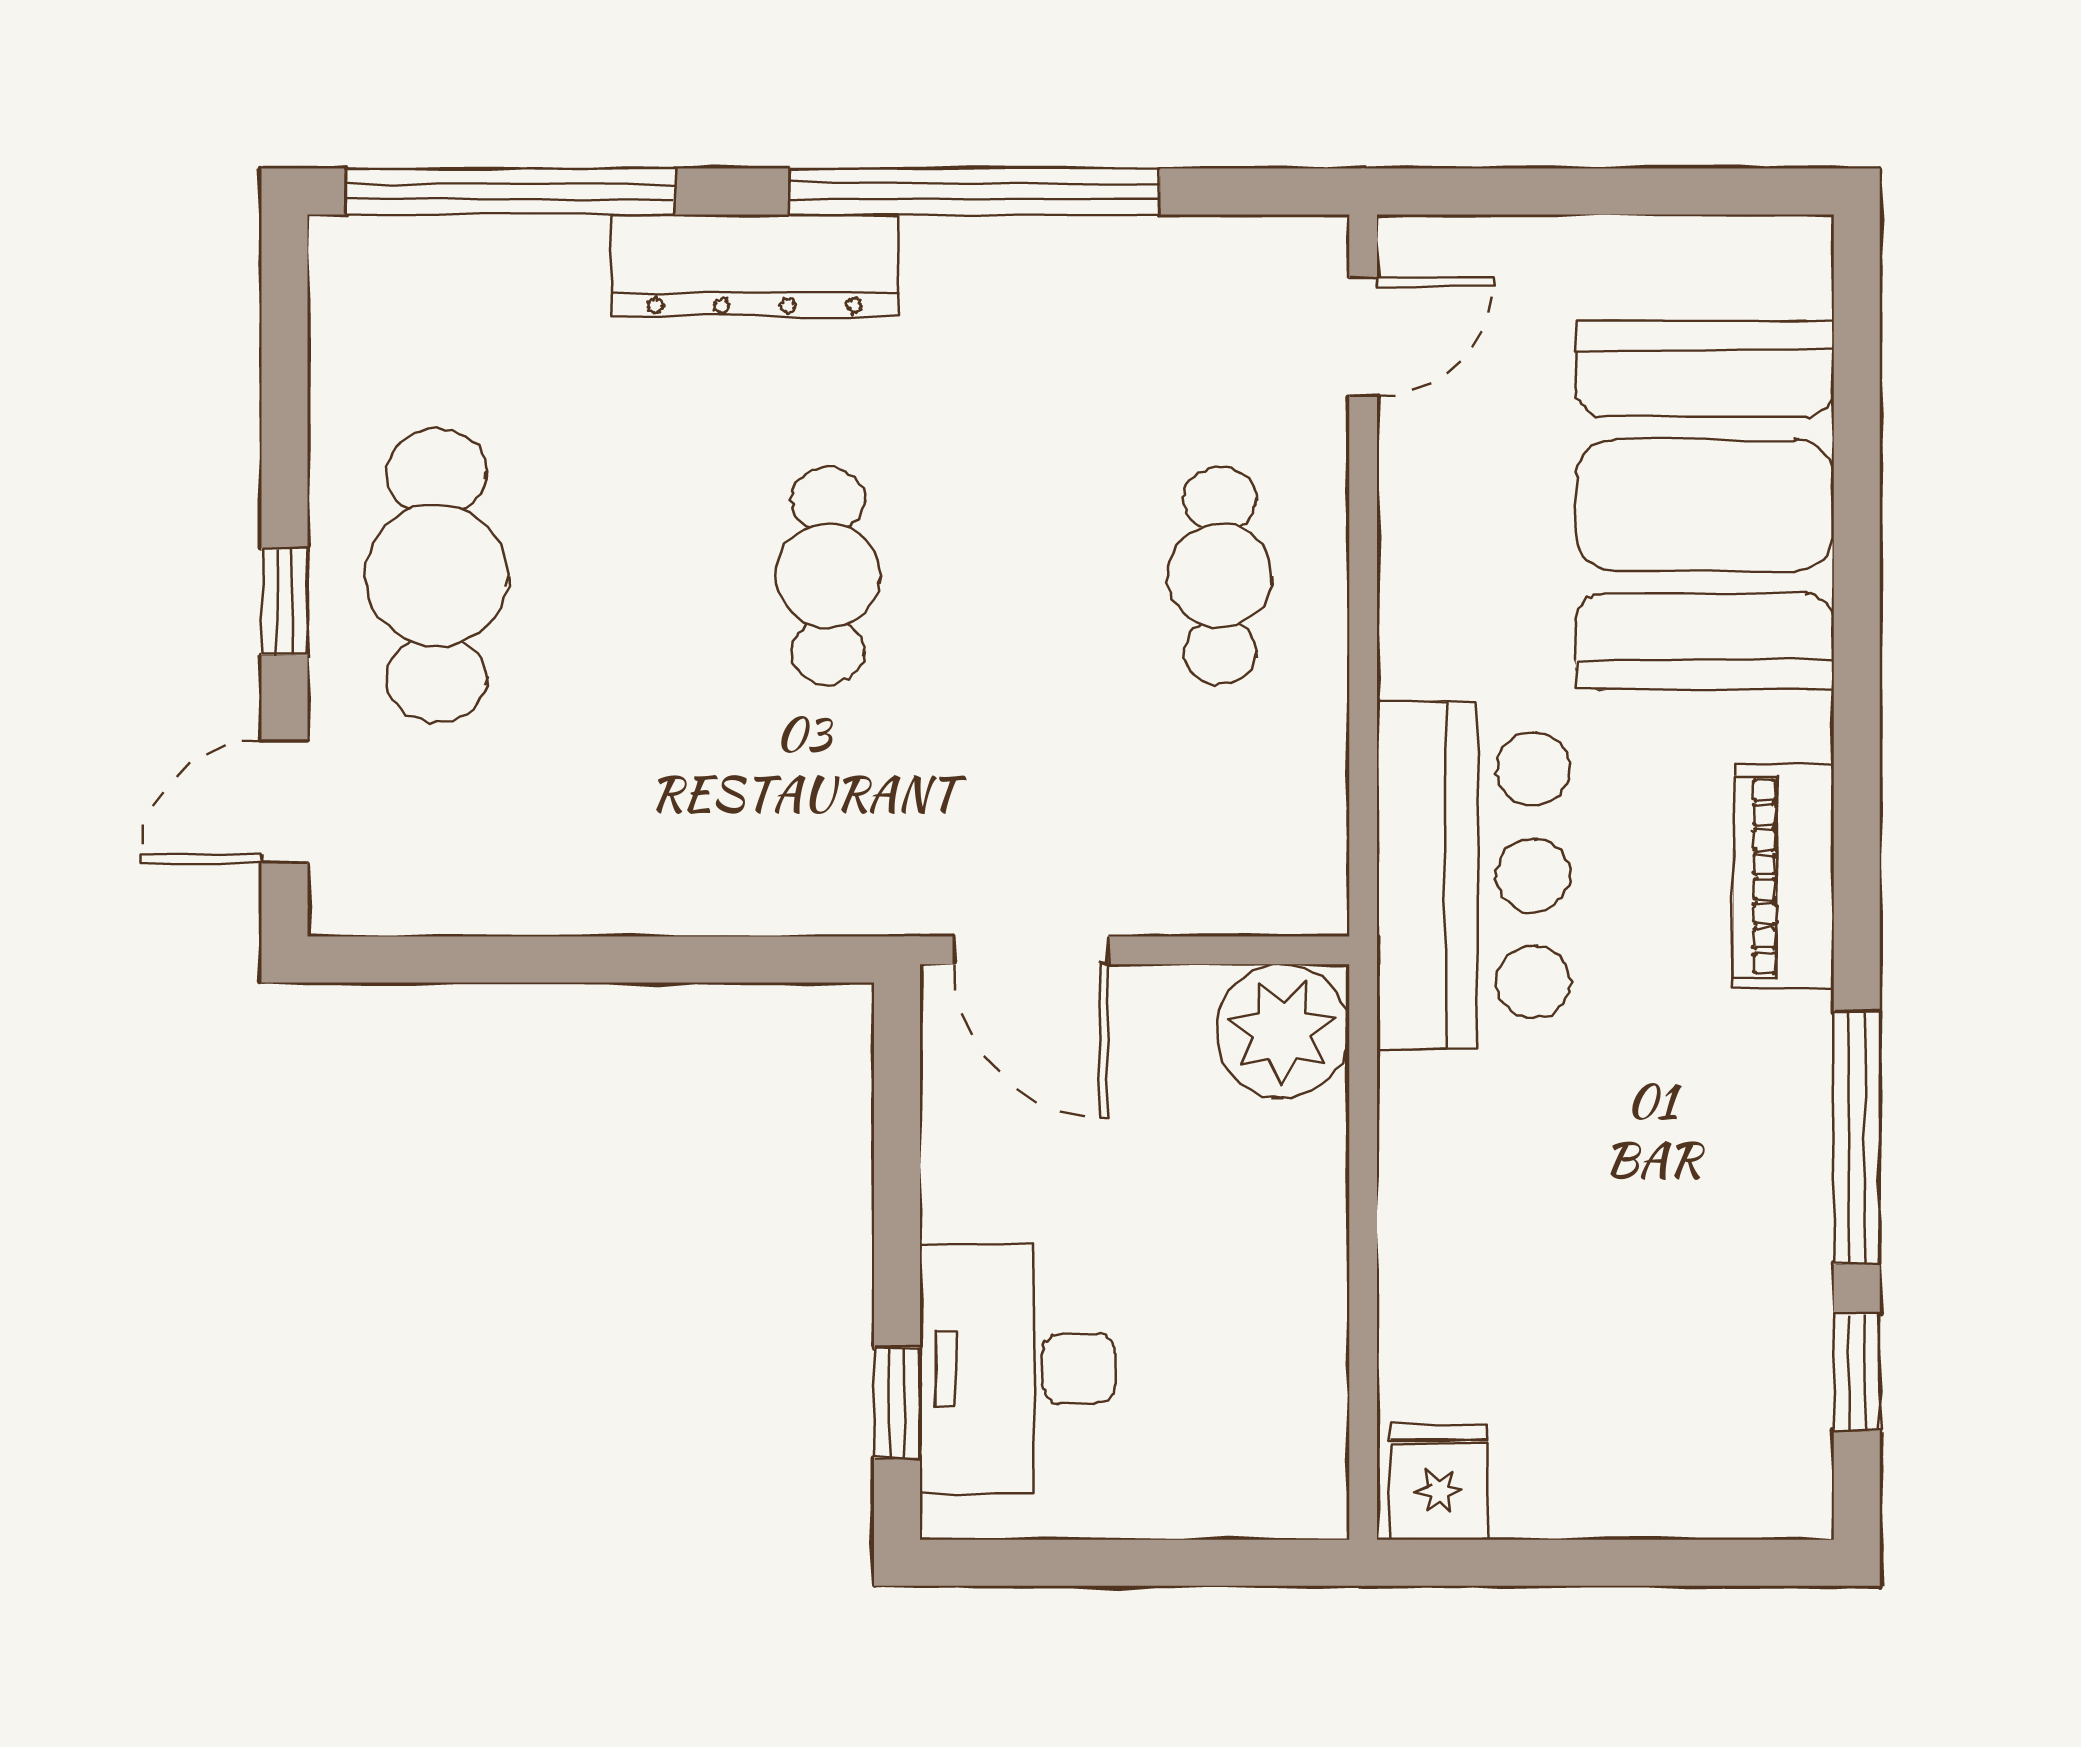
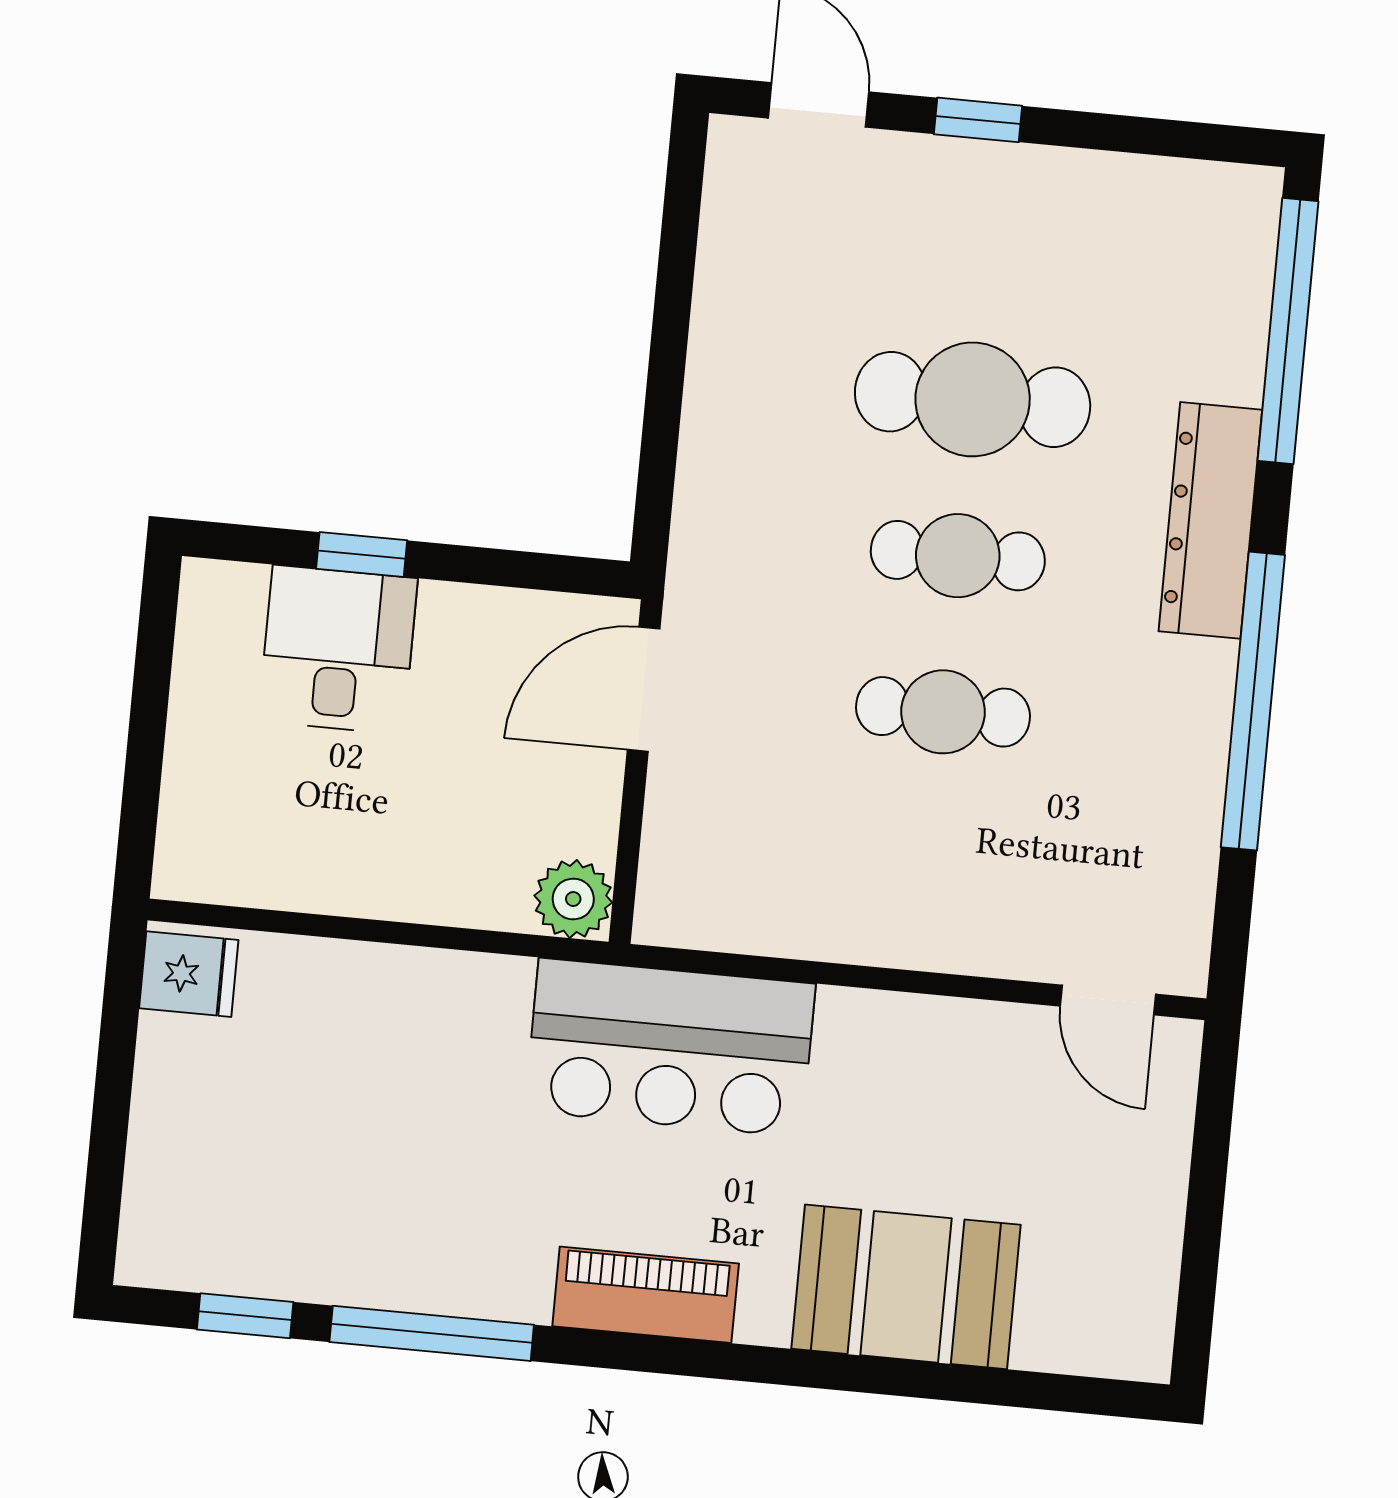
booth: (1705, 505) -> (906, 1287), width x0.73, depth x0.70
cafe table: (437, 576) -> (973, 399), moved
cafe table: (1220, 576) -> (943, 712), moved
plant: (1282, 1031) -> (573, 899), width x0.73, depth x0.73
desk: (1018, 1369) -> (338, 650), width x0.73
window: (897, 1402) -> (362, 554), moved

